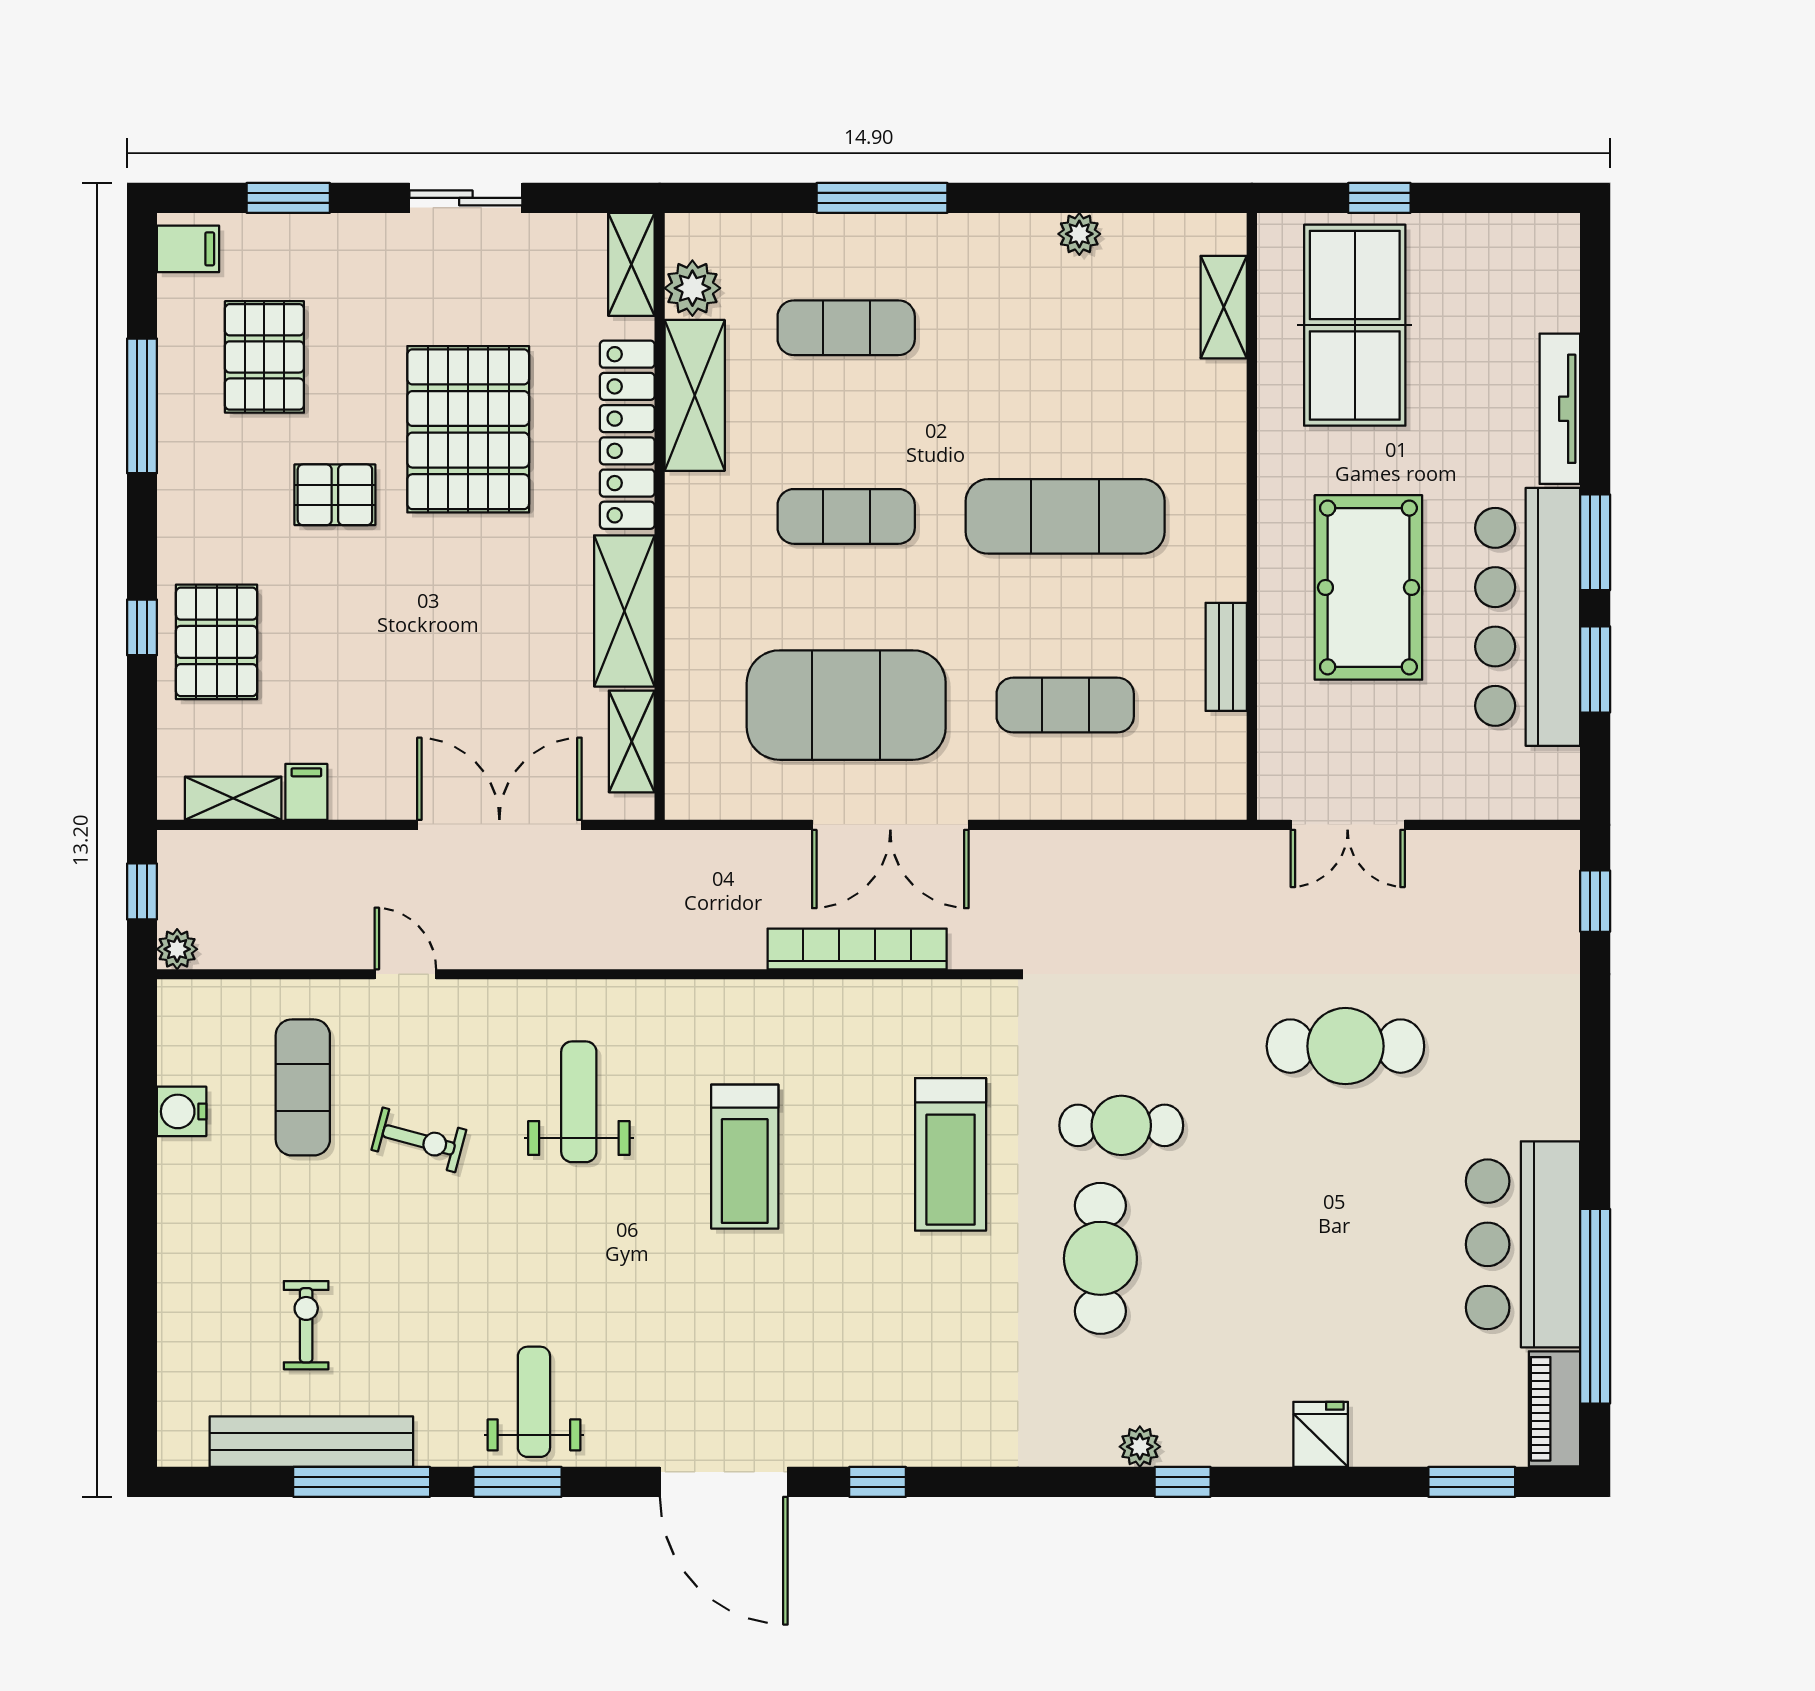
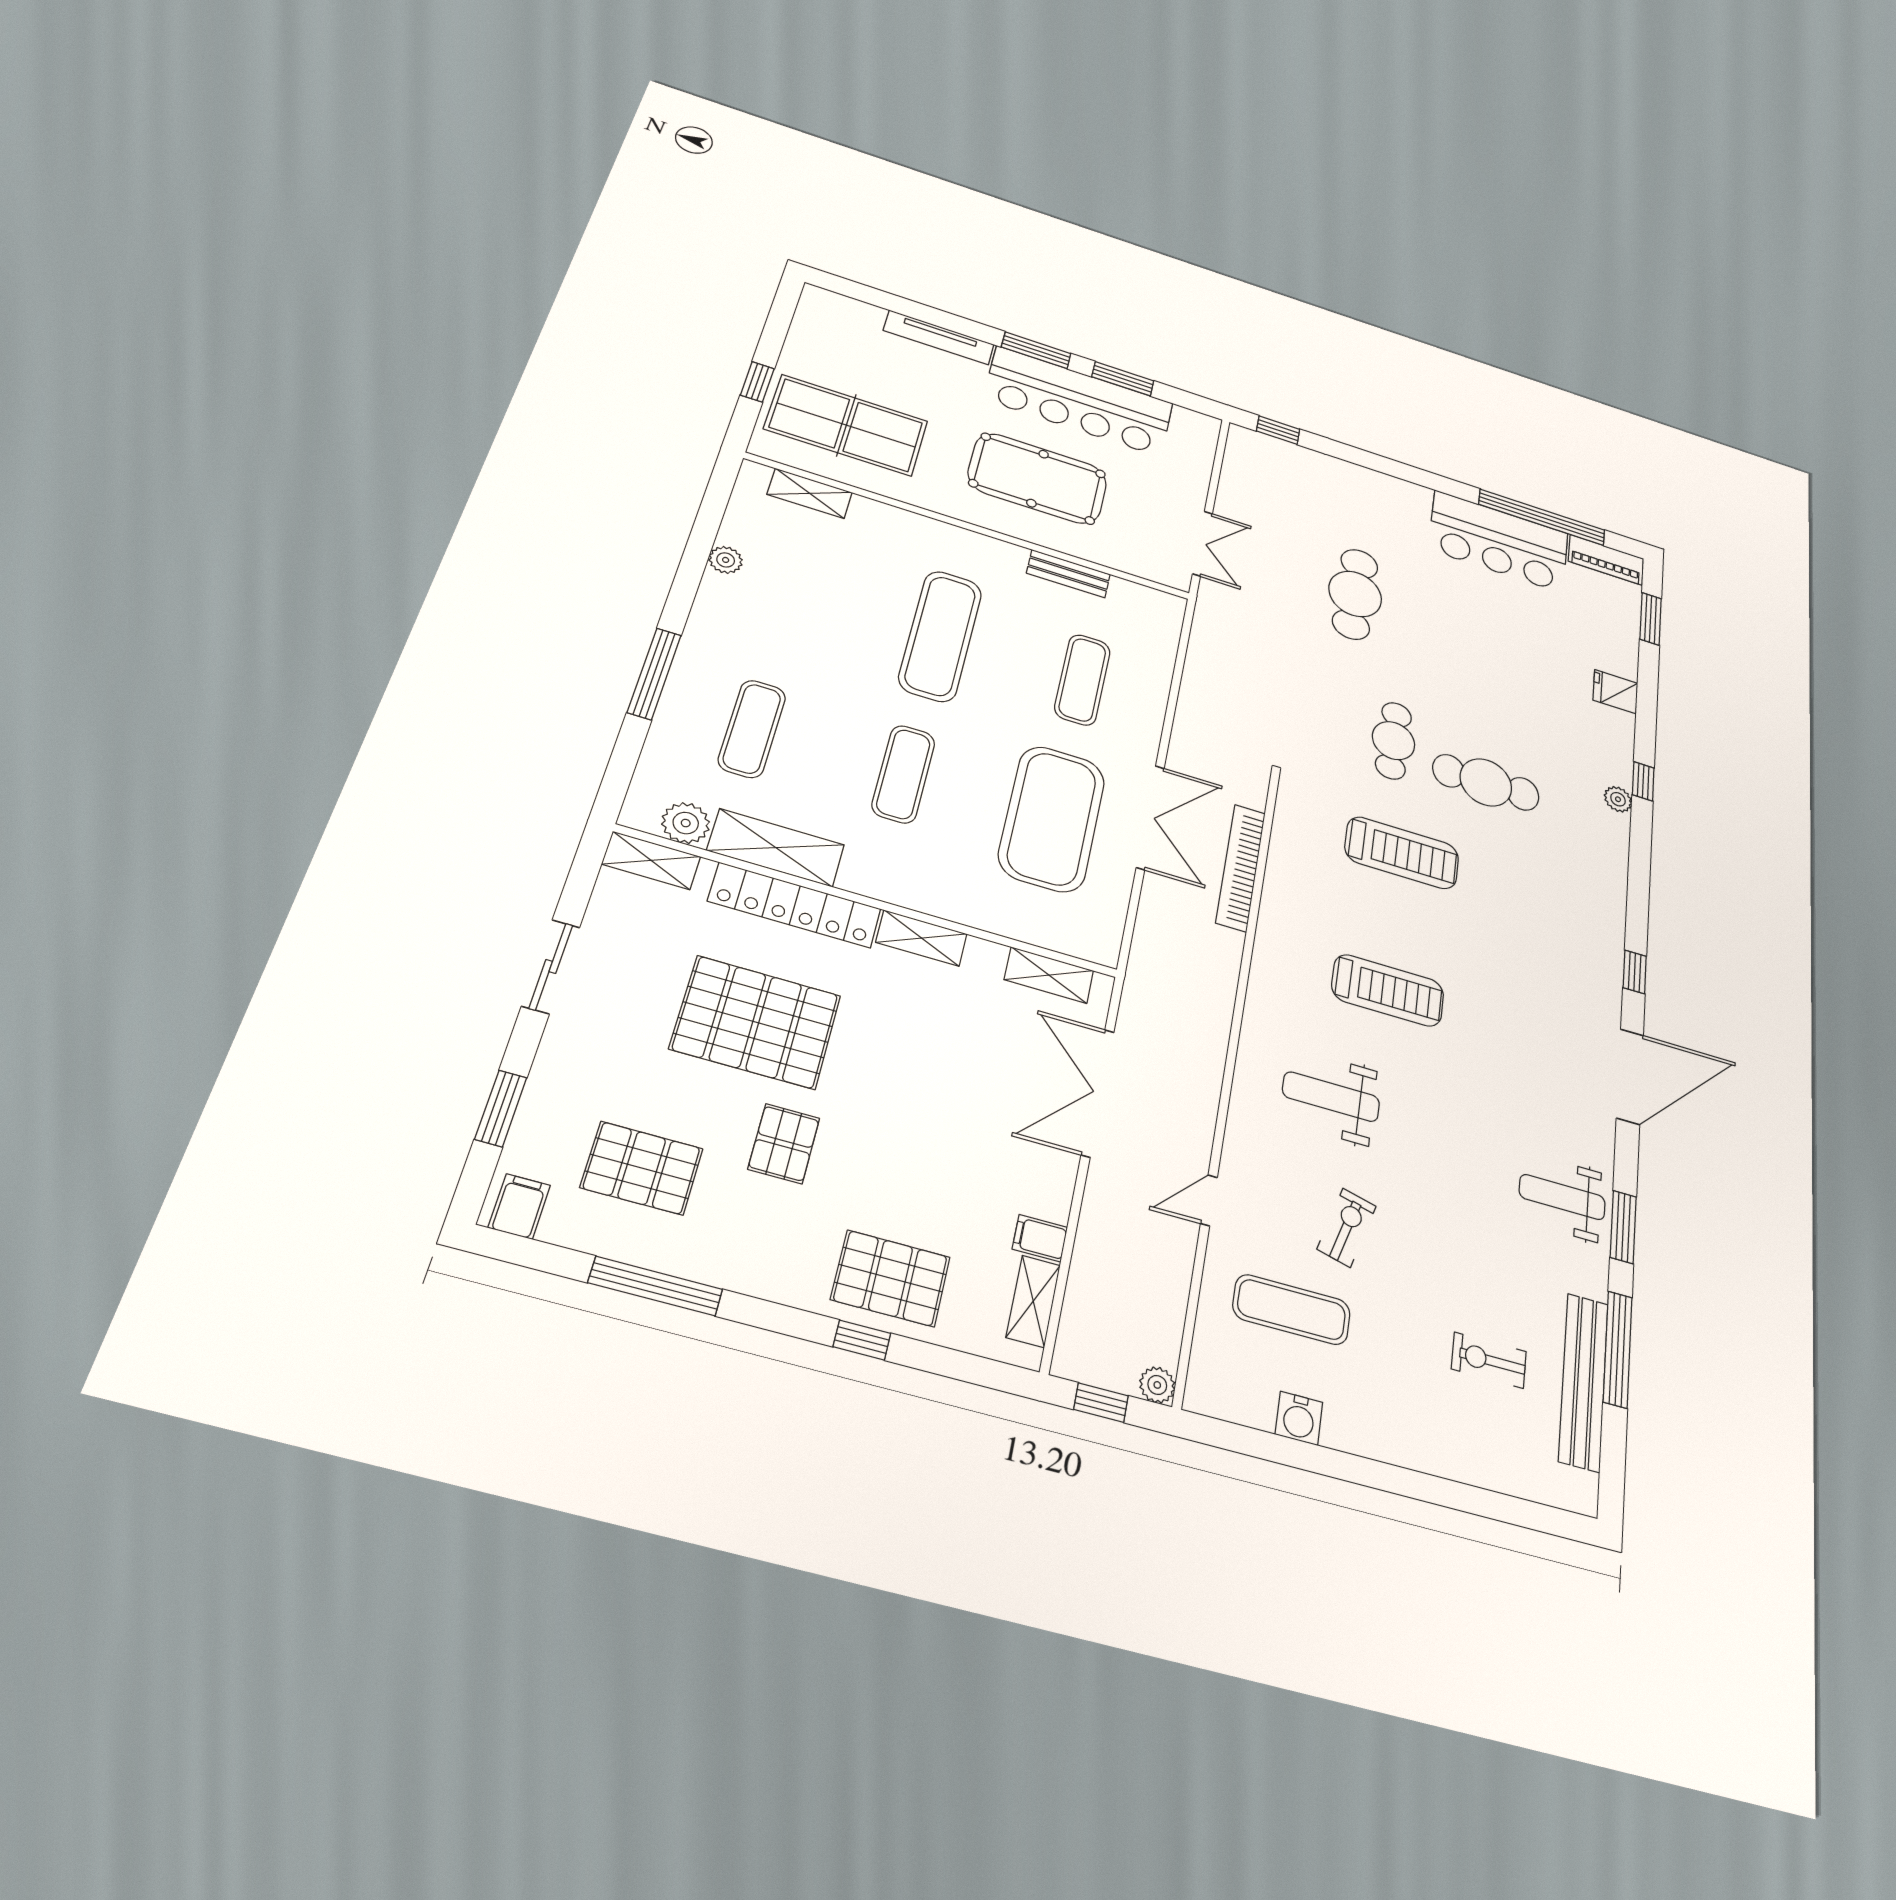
shelving: (624, 611) -> (921, 938), width x0.67, depth x0.75

